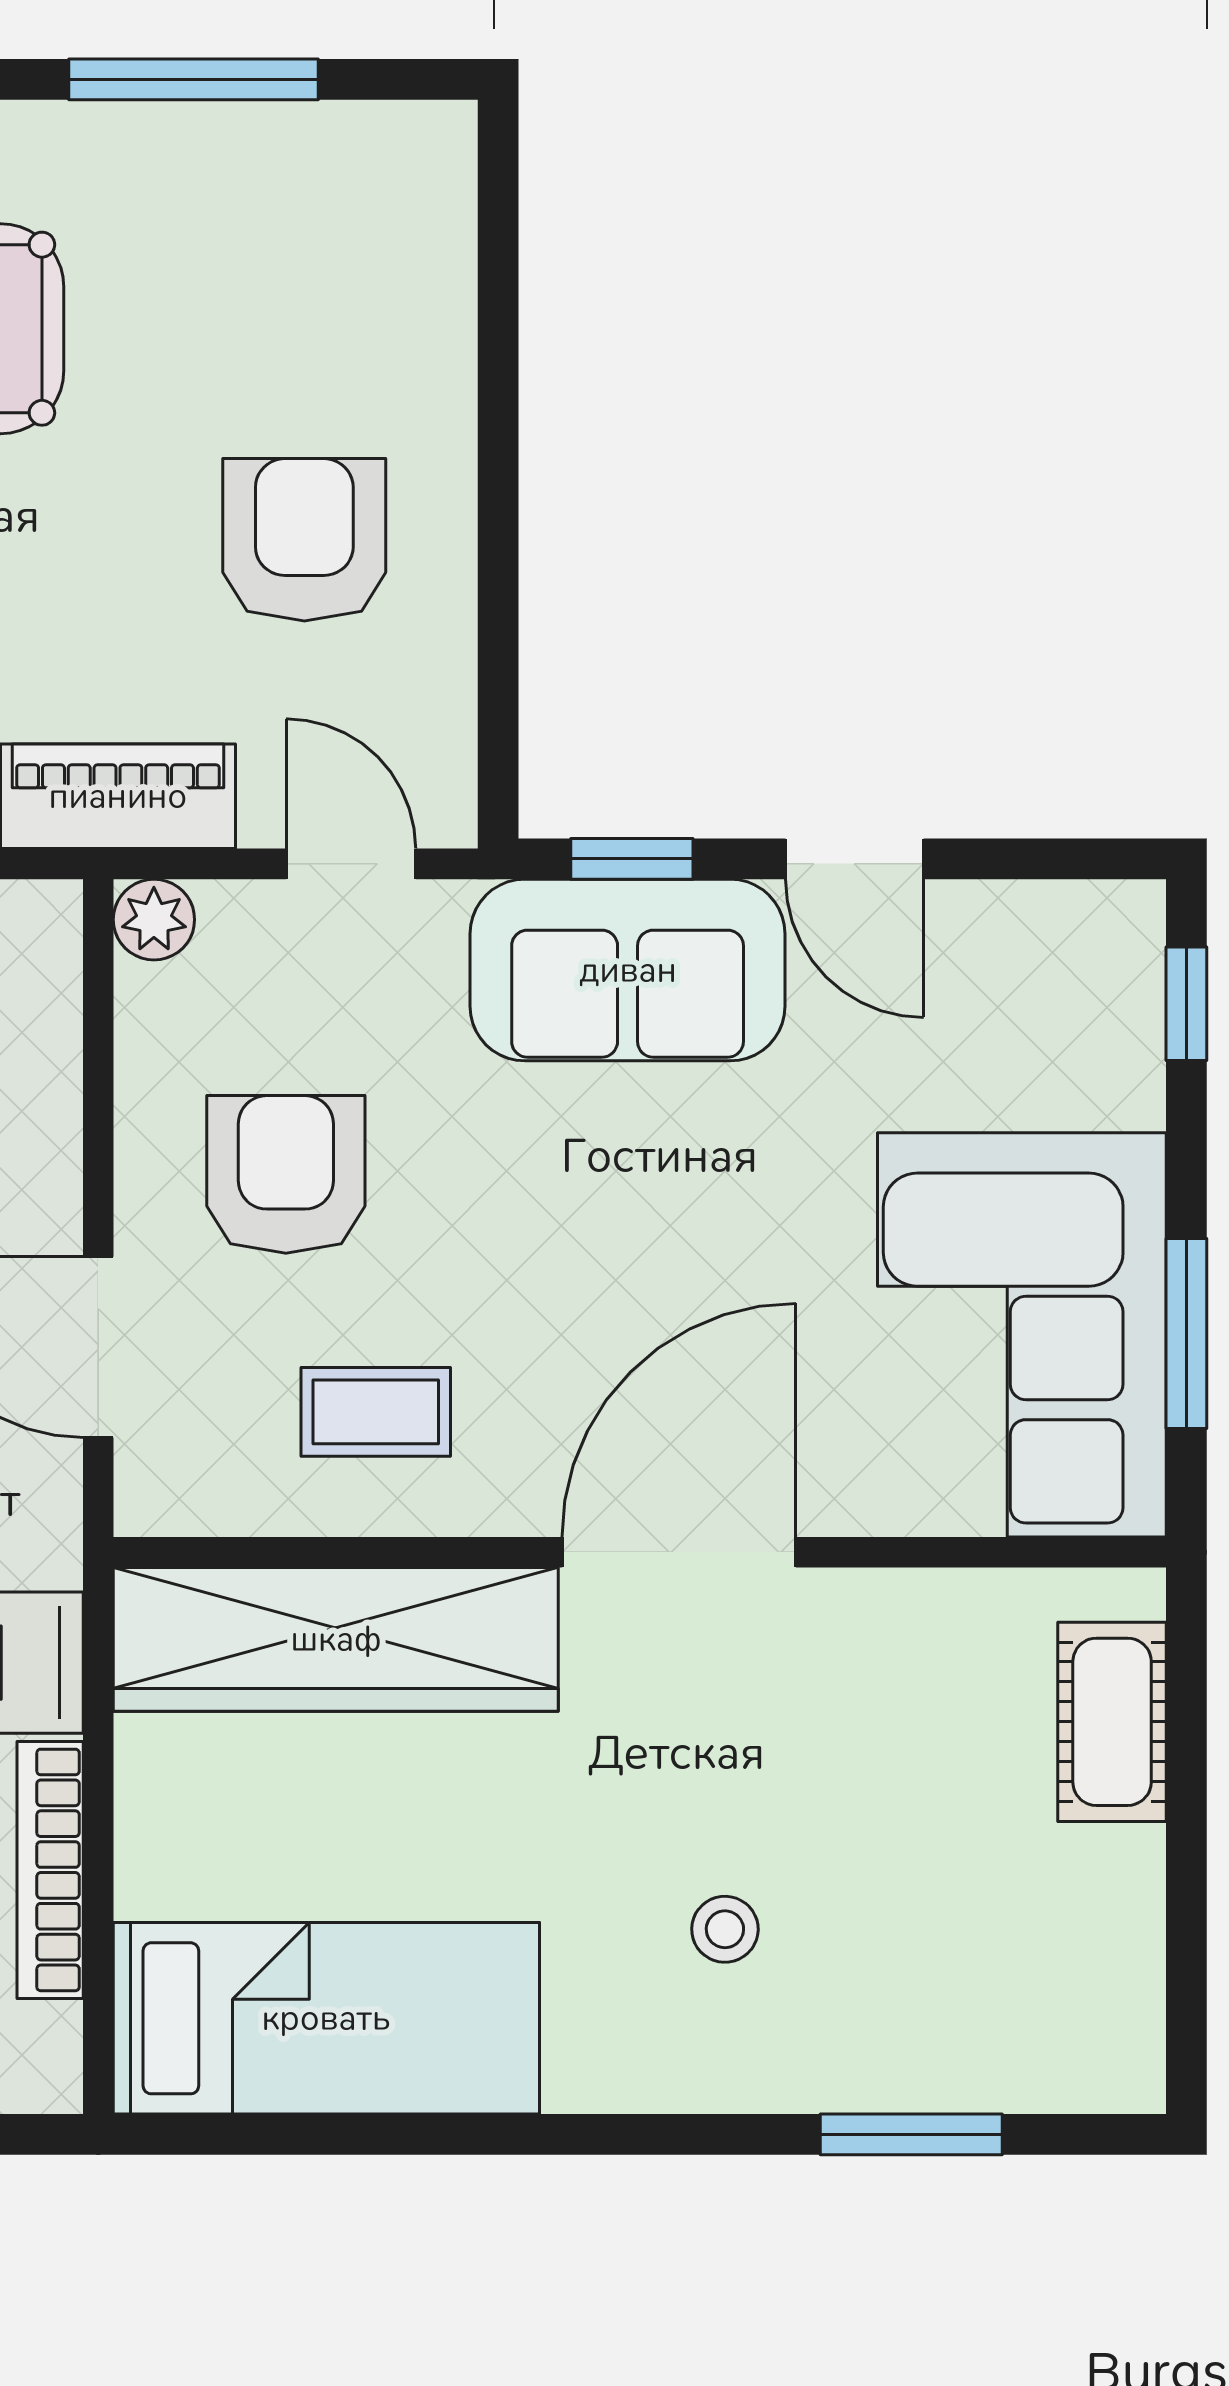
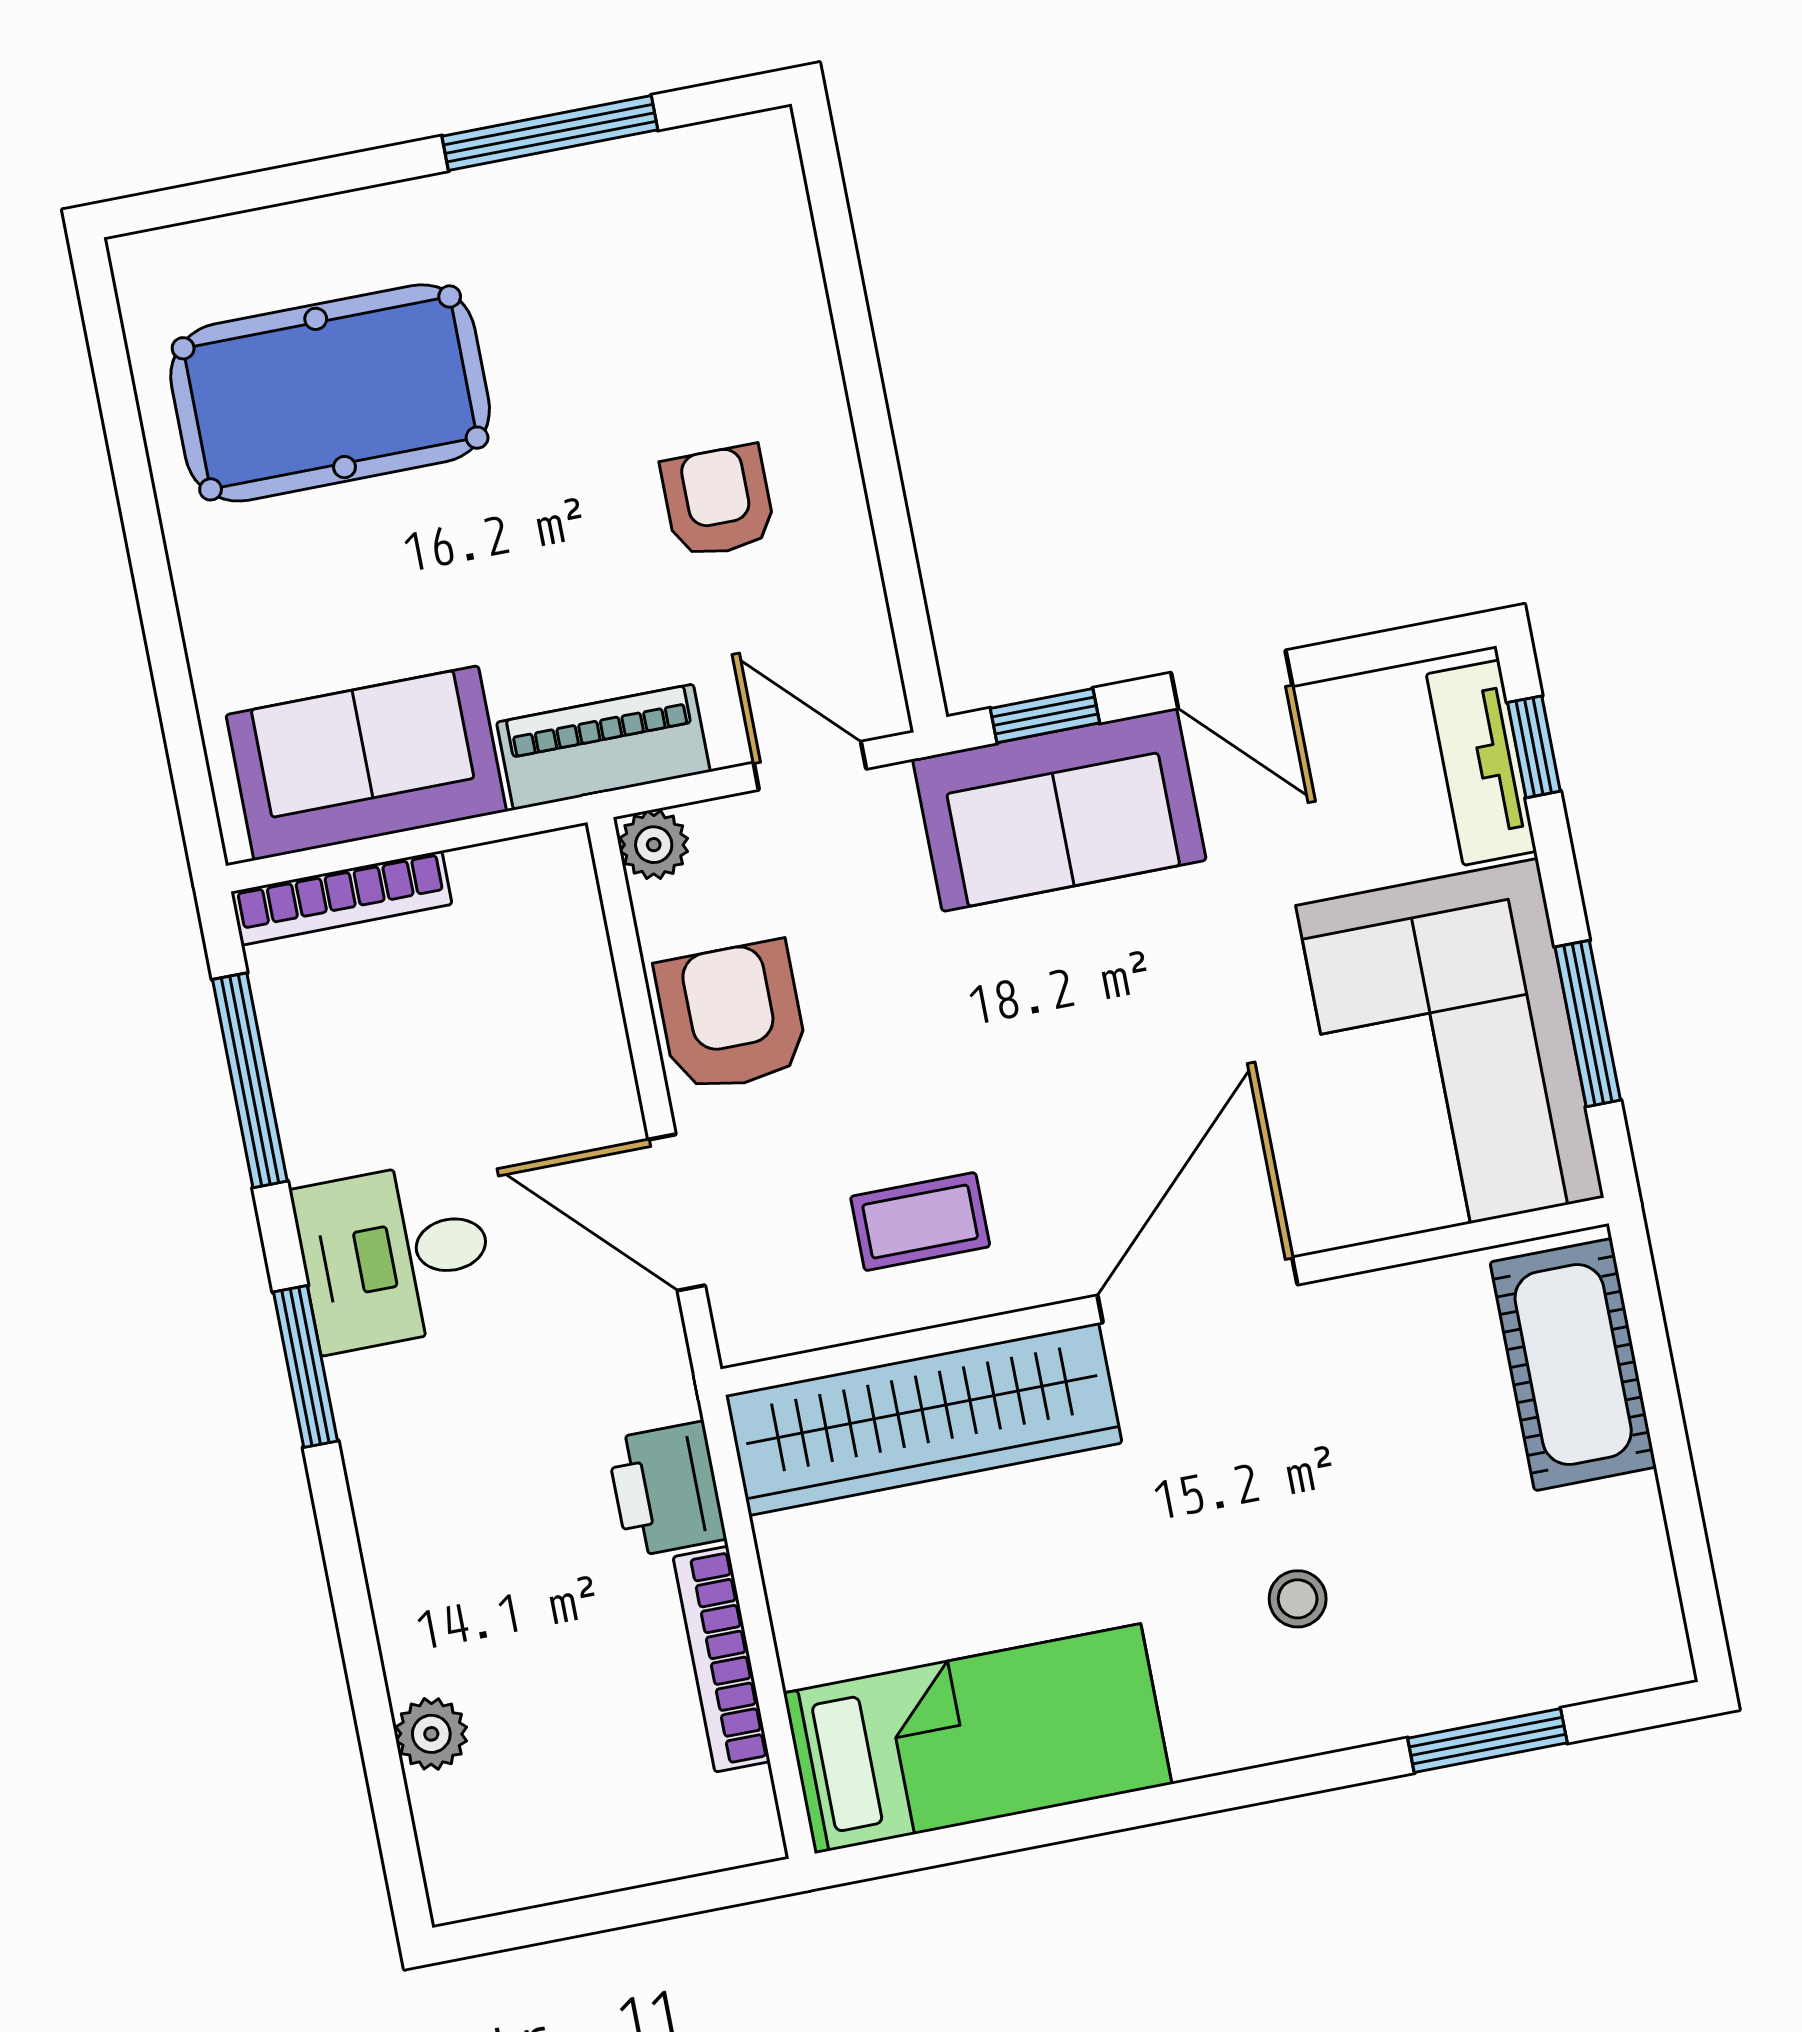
armchair: (304, 540) -> (718, 501), width x0.72, depth x0.72
tv unit: (1123, 1010) -> (1481, 763), added
armchair: (286, 1174) -> (732, 1017), moved
cot: (1112, 1722) -> (1573, 1365), width x1.37, depth x1.34

